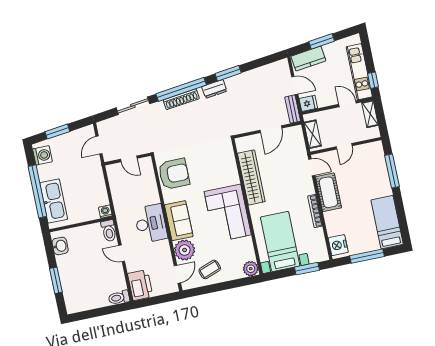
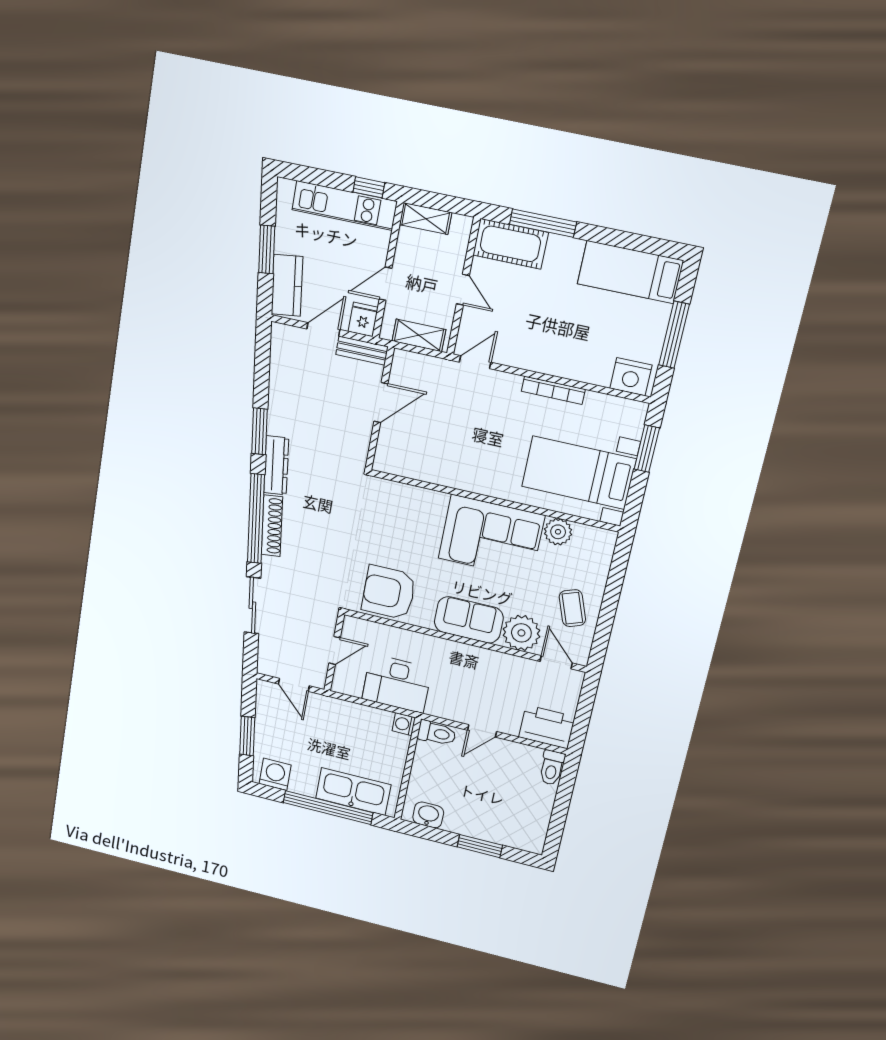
dresser: (214, 89) -> (276, 465), width x1.44
door: (348, 104) -> (385, 284), moved
door: (271, 129) -> (381, 403), hinge flipped
armchair: (174, 174) -> (389, 592), turned -90
wardrobe: (251, 177) -> (449, 471), removed
cot: (328, 192) -> (510, 244), moved
desk: (151, 224) -> (397, 684), moved, turned 180
plant: (251, 269) -> (558, 532), moved

